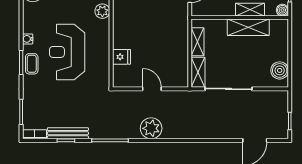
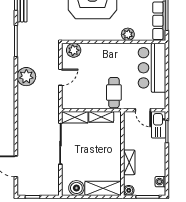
cafe table: (170, 27) -> (114, 93), added
shelving: (248, 27) -> (103, 188), moved, turned 90
fridge: (122, 57) -> (88, 51), removed
plant: (121, 74) -> (74, 50), added

